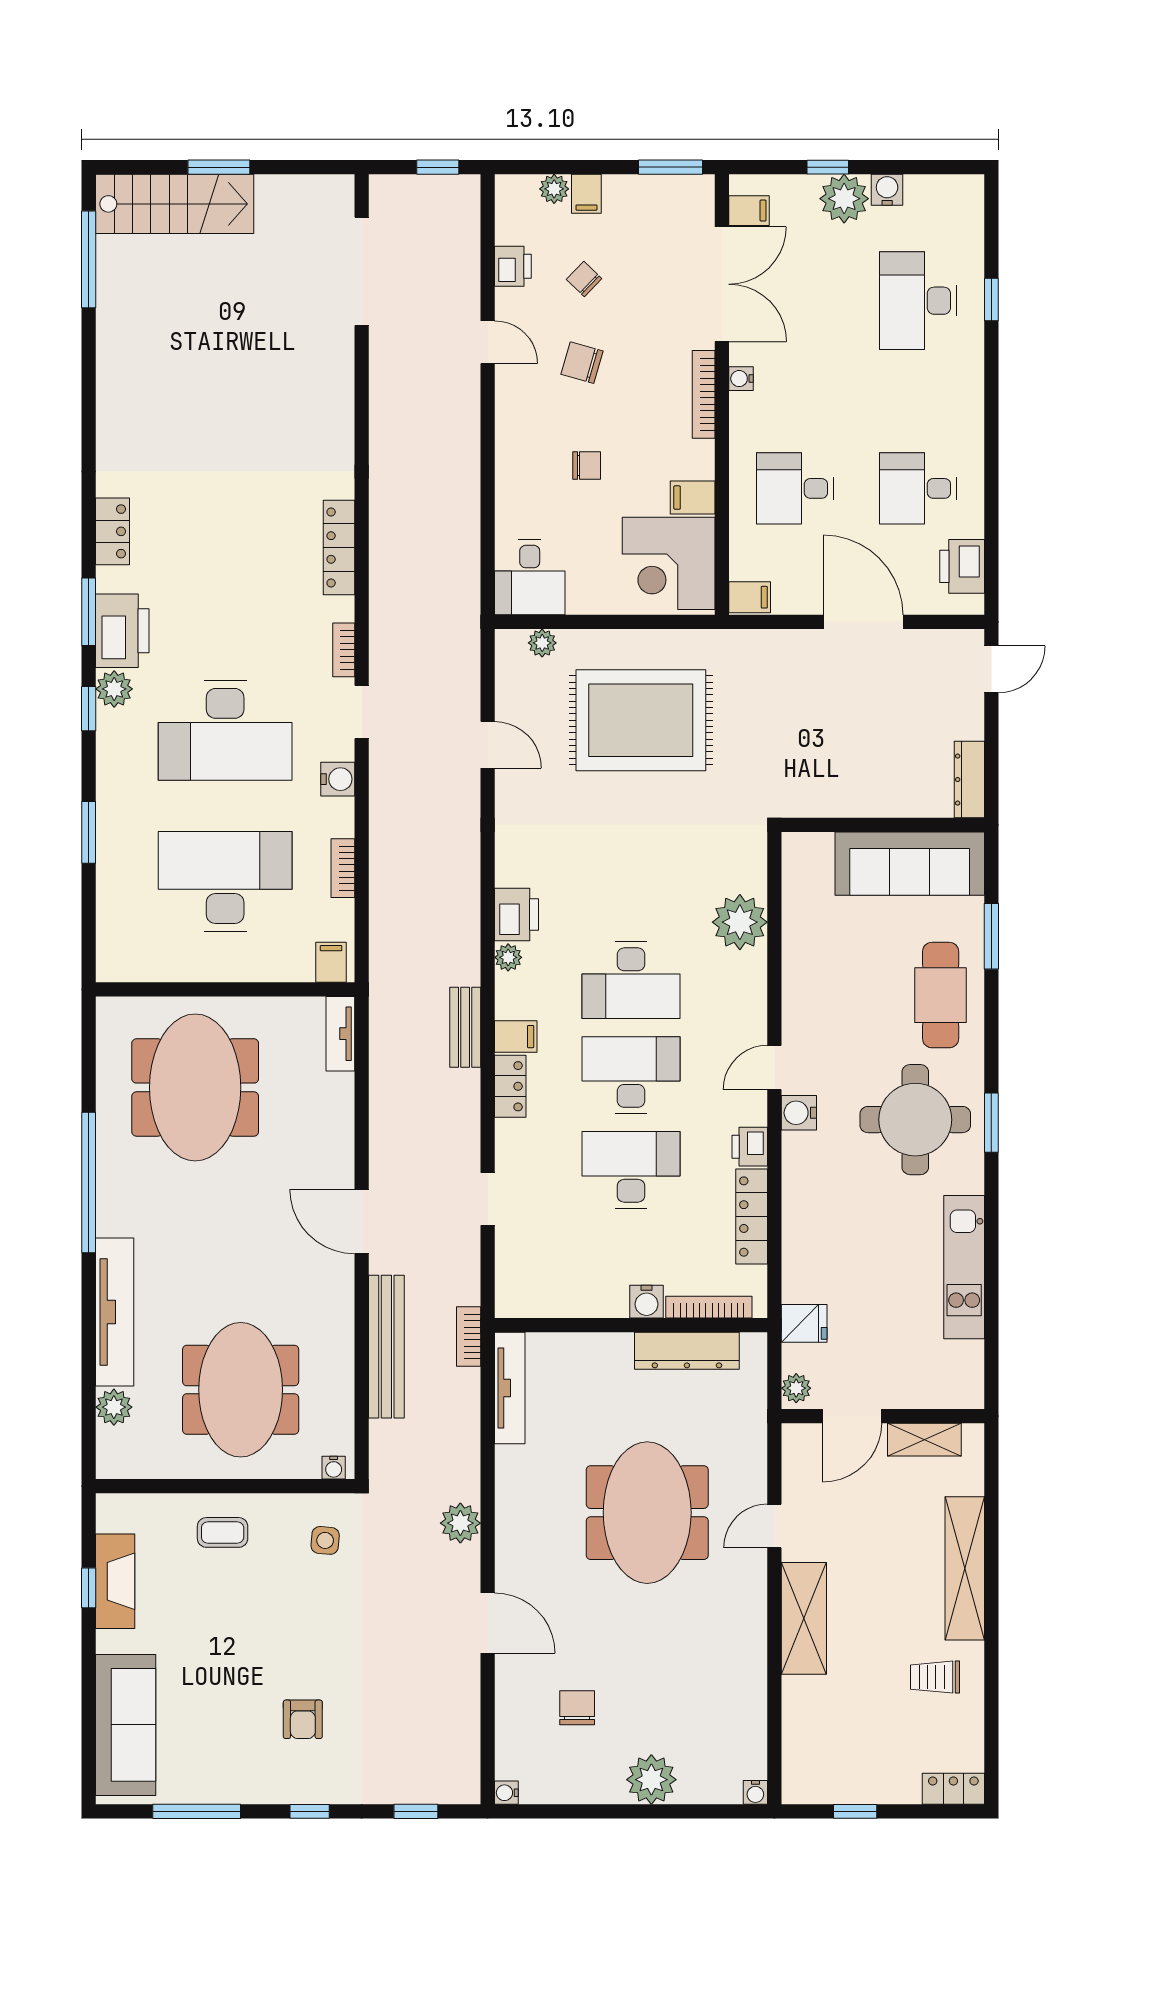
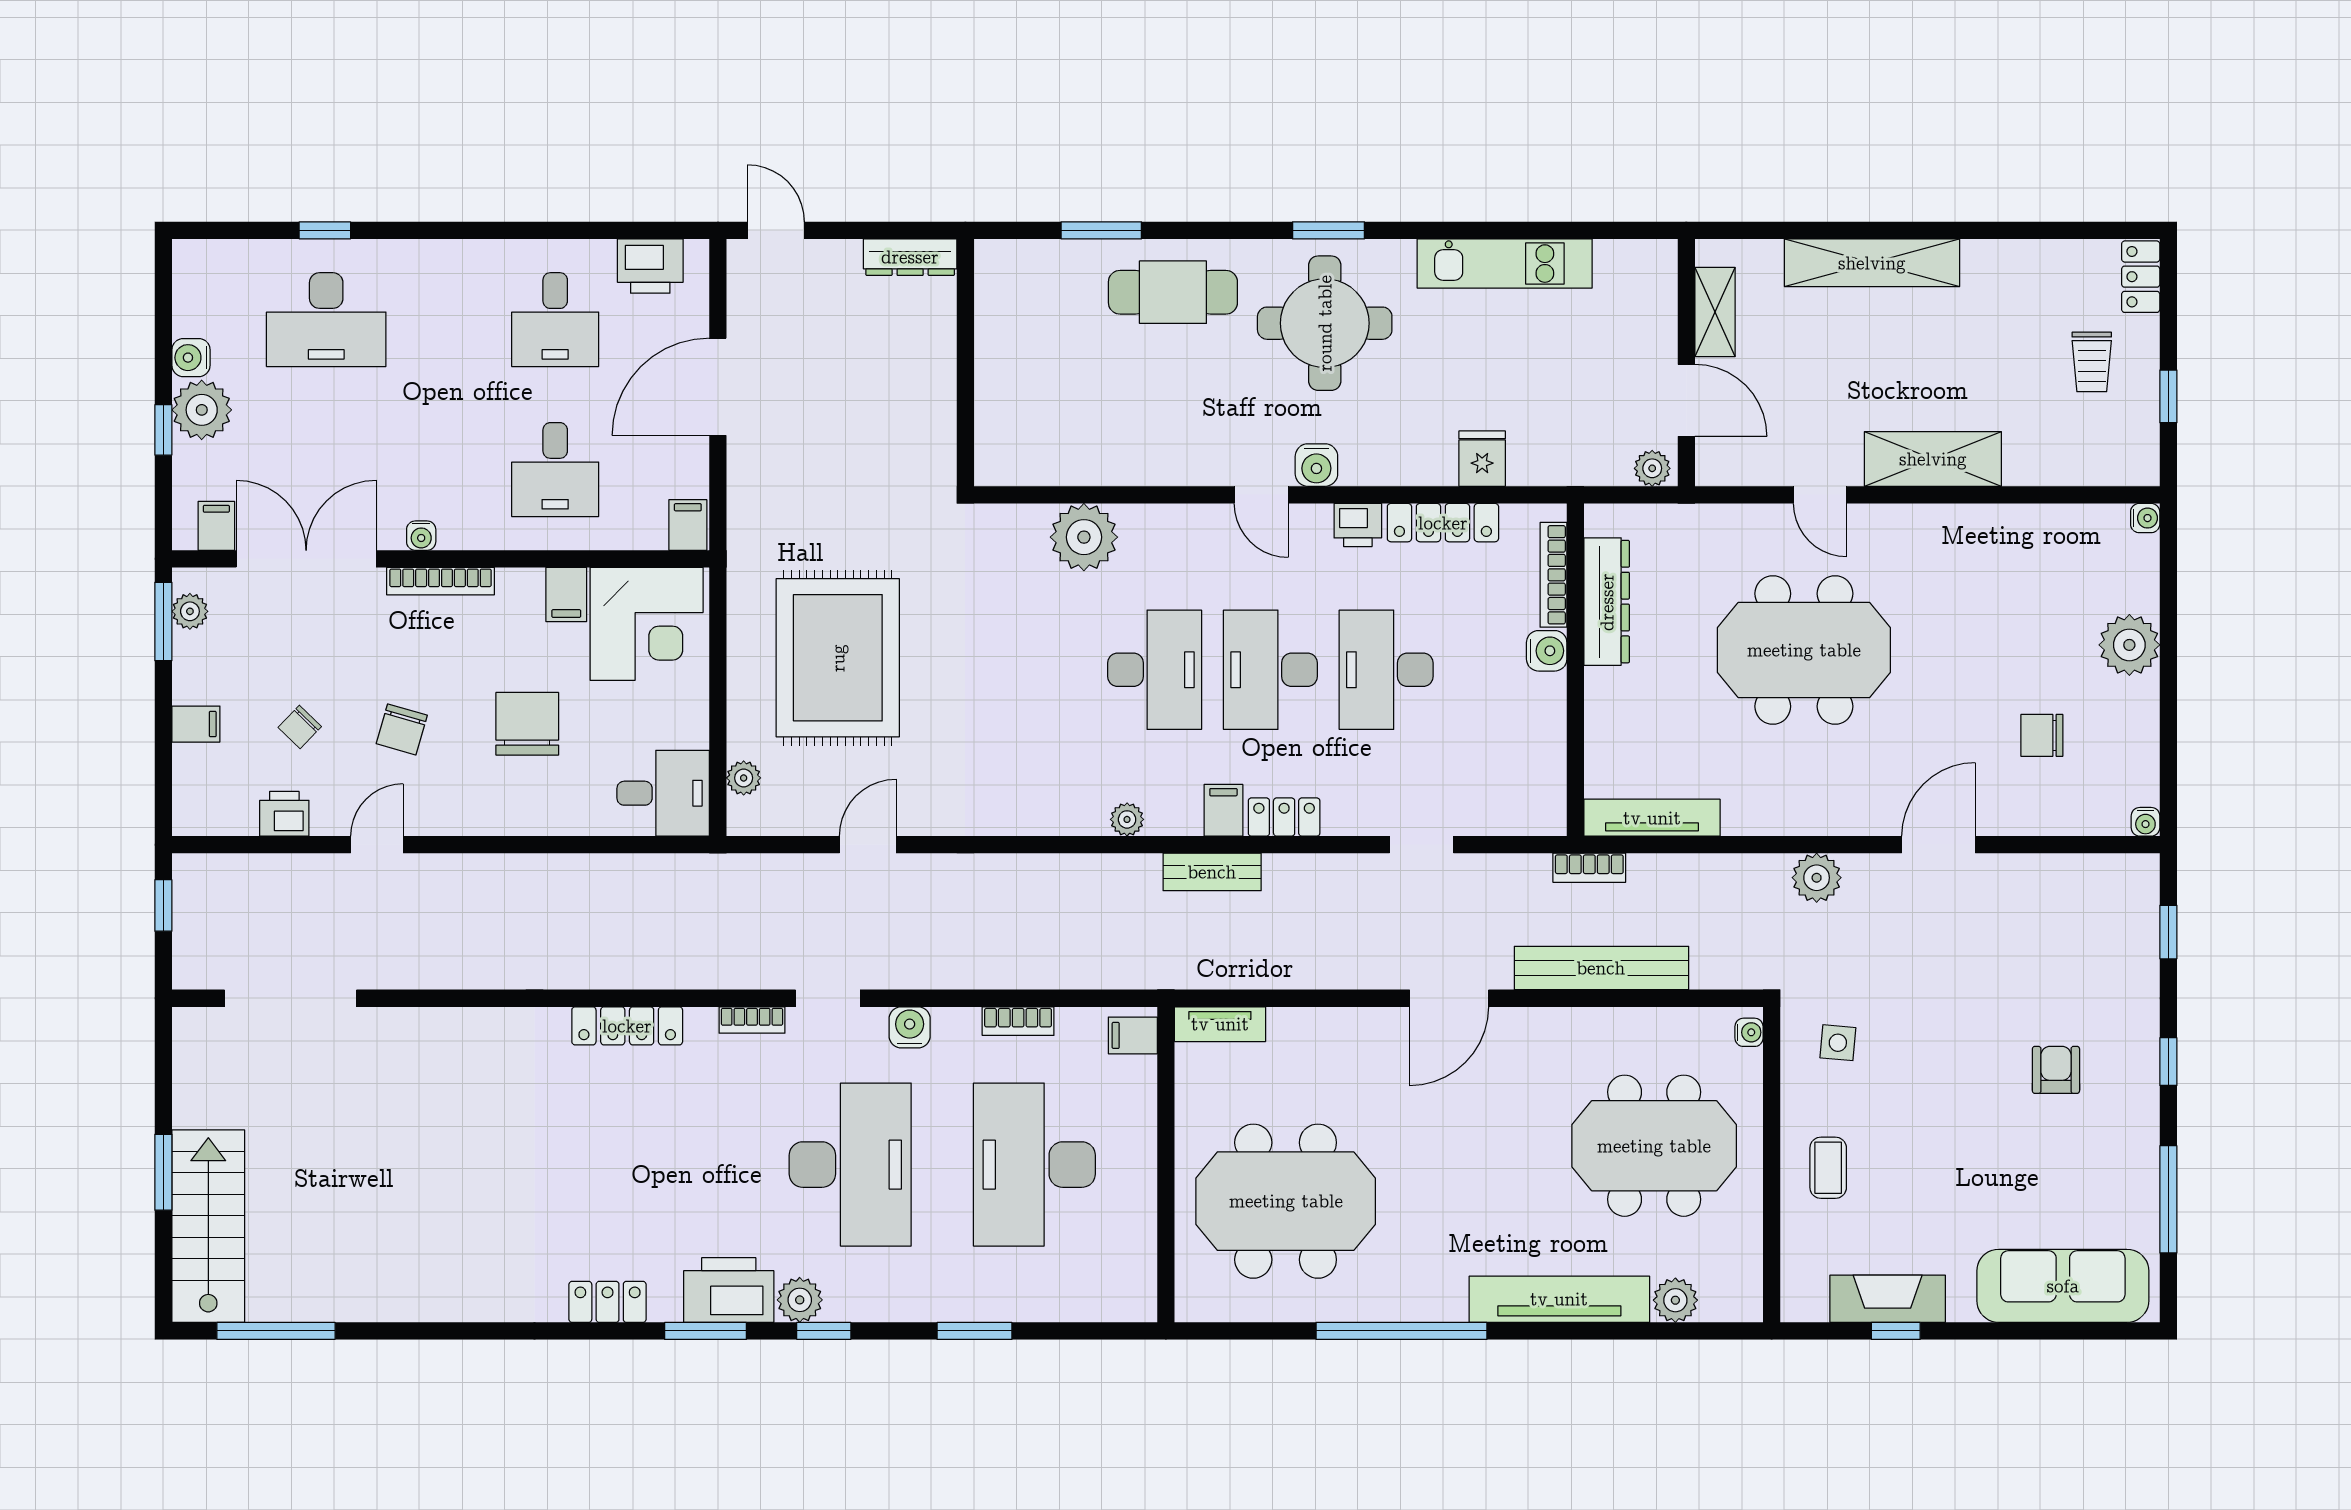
plant: (554, 189) -> (190, 611), moved
chair: (587, 466) -> (527, 724), width x1.87, depth x1.87
sofa: (910, 864) -> (1013, 330), removed
printer: (516, 914) -> (1075, 809), removed
fridge: (804, 1323) -> (1482, 459), moved
trolley: (935, 1677) -> (2092, 362), moved
armchair: (303, 1719) -> (2056, 1070), turned -90

